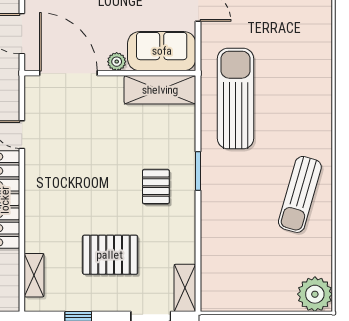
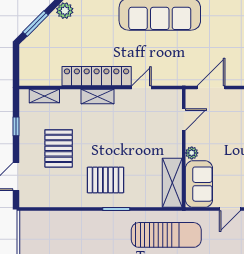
door: (68, 73) -> (184, 120), width x0.53
pallet: (156, 187) -> (105, 180), width x1.50, depth x1.42
shelving: (185, 288) -> (97, 97), moved

